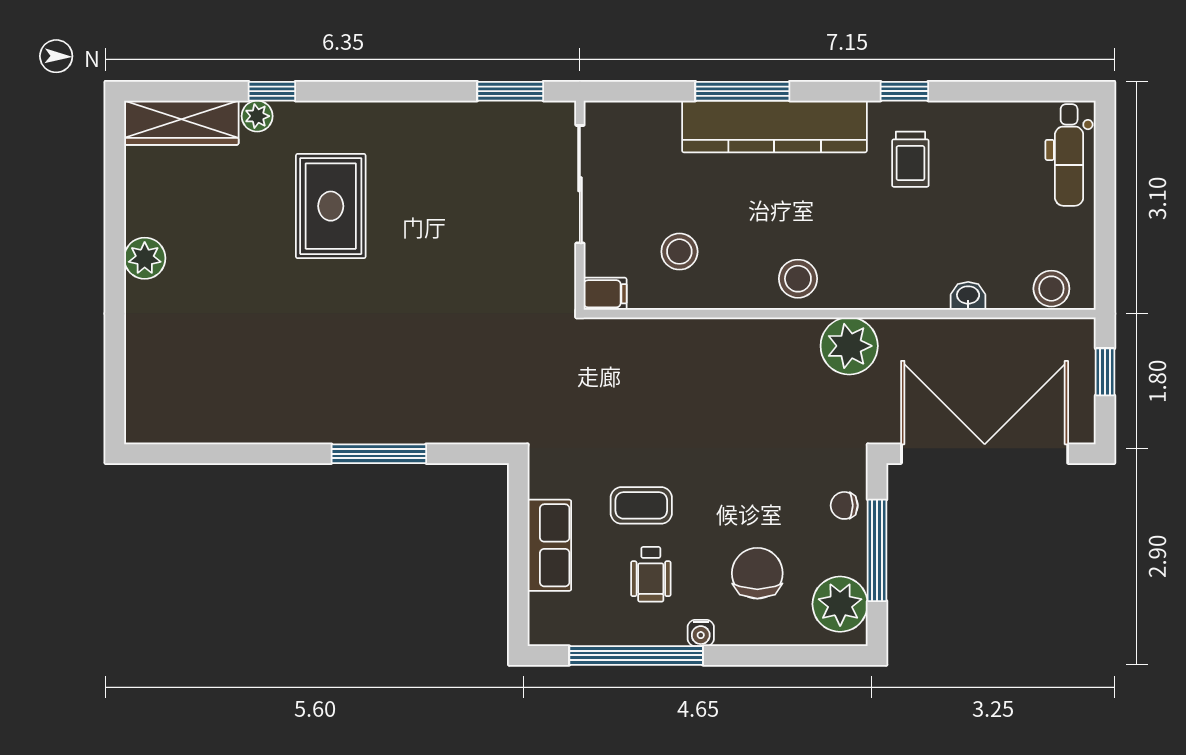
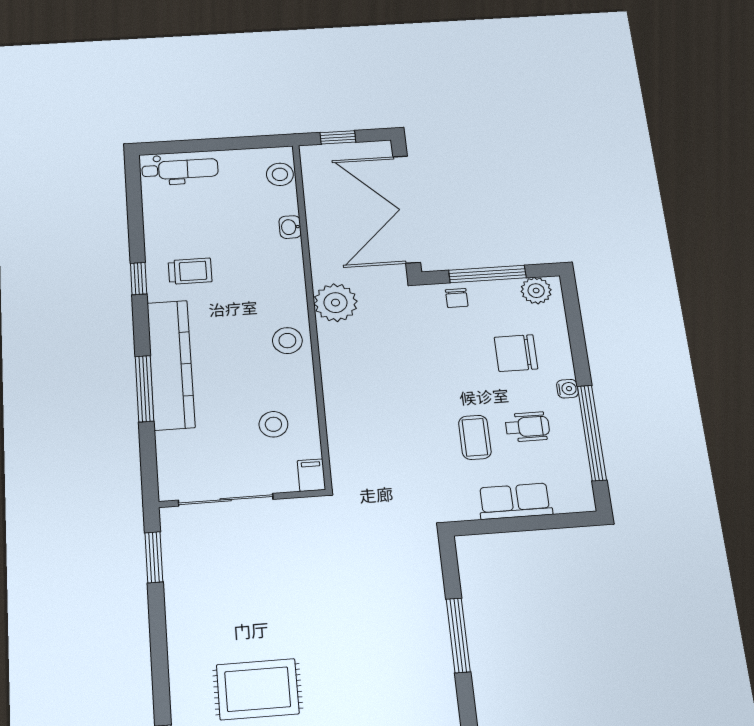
plant: (840, 604) -> (536, 291), width x0.73, depth x0.73

